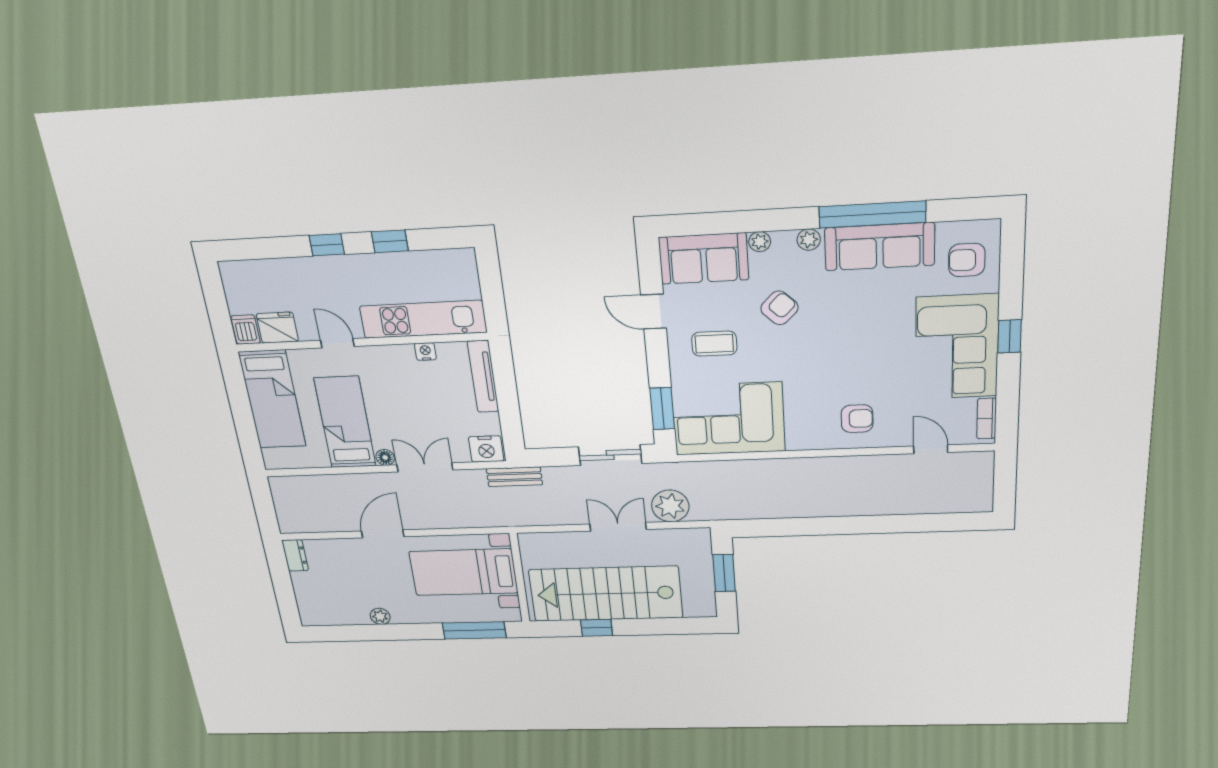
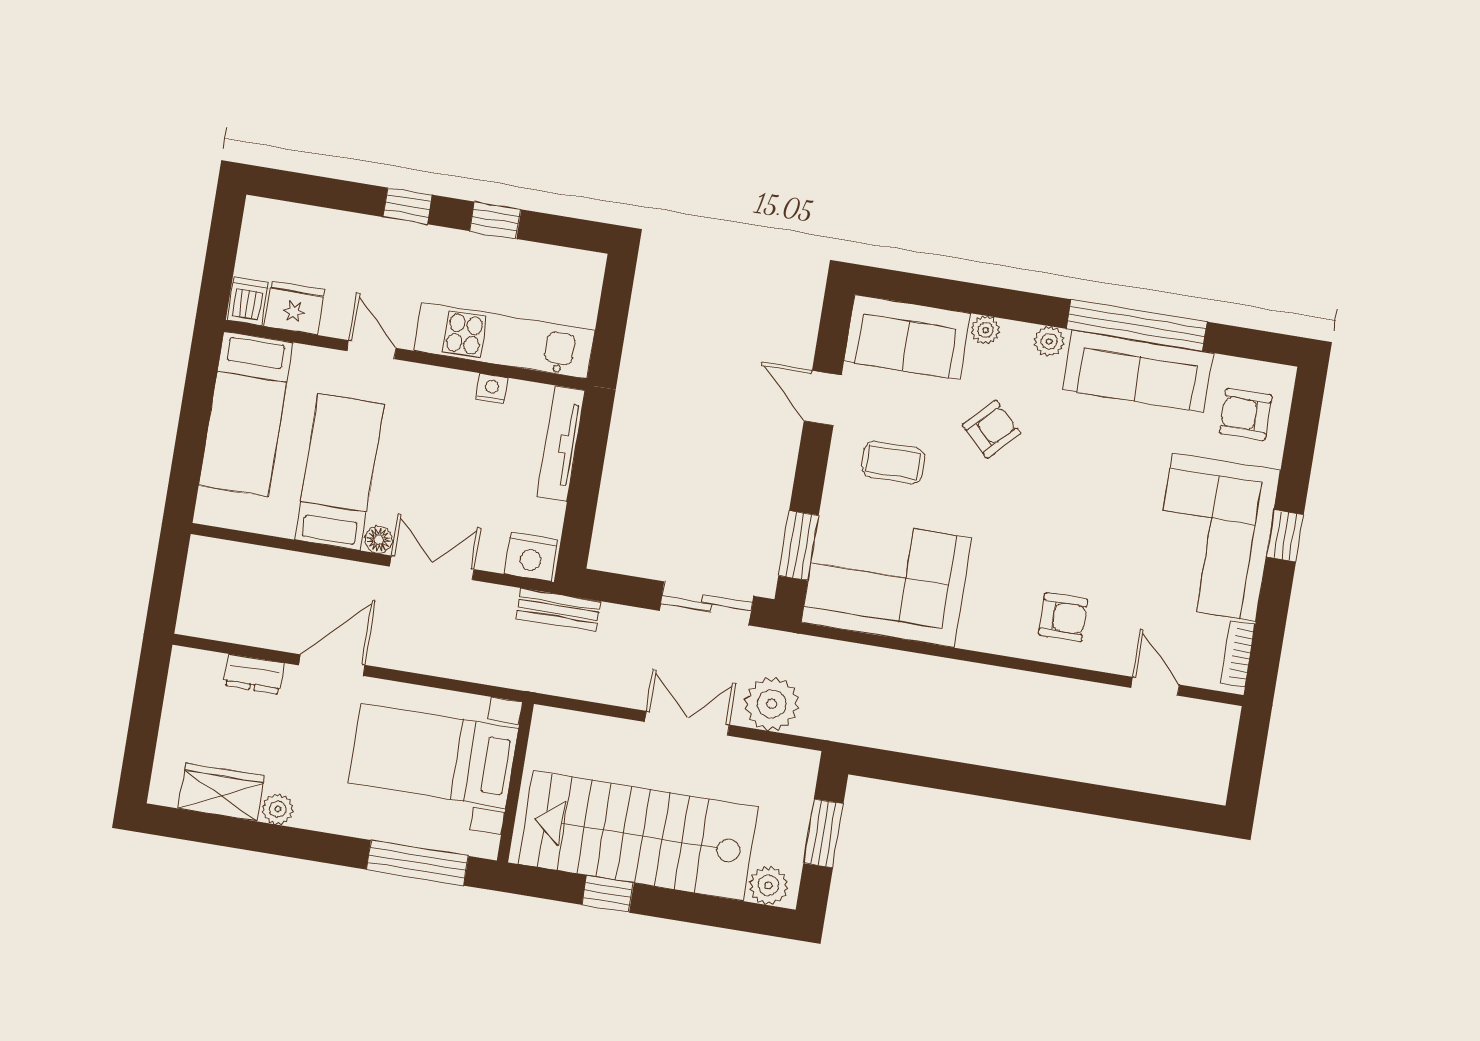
dresser: (295, 555) -> (254, 674), moved, turned 90
plant: (696, 607) -> (769, 885), added
wardrobe: (343, 613) -> (221, 792), added

